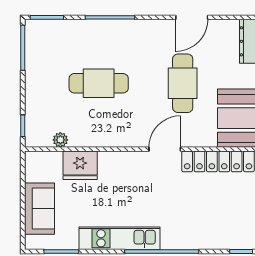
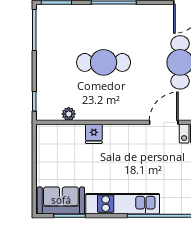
fridge: (80, 165) -> (94, 134), width x0.53, depth x0.75
sofa: (39, 209) -> (61, 200), moved, turned -90

